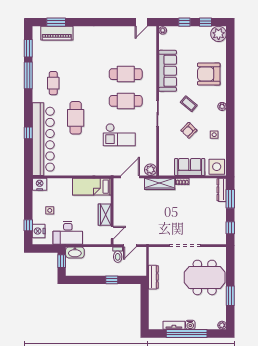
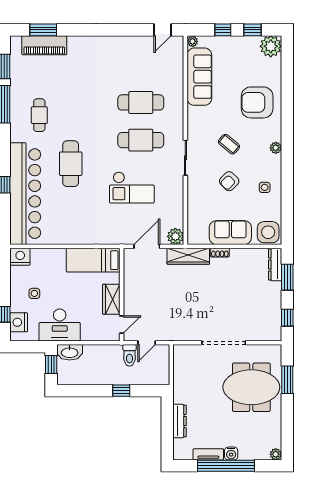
sofa: (168, 71) -> (199, 77), moved
dresser: (153, 277) -> (180, 421), moved
window: (230, 296) -> (287, 380), moved

